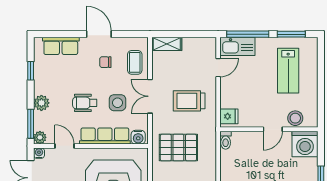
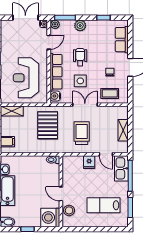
shelving: (167, 44) -> (123, 130), moved
fridge: (229, 116) -> (89, 162), moved

